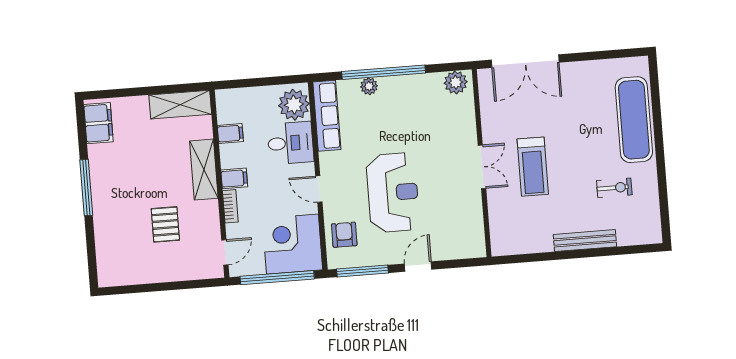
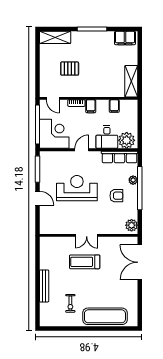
shelving: (204, 170) -> (55, 37), moved
reception desk: (393, 192) -> (77, 188), turned 180
armchair: (344, 235) -> (116, 196), moved

